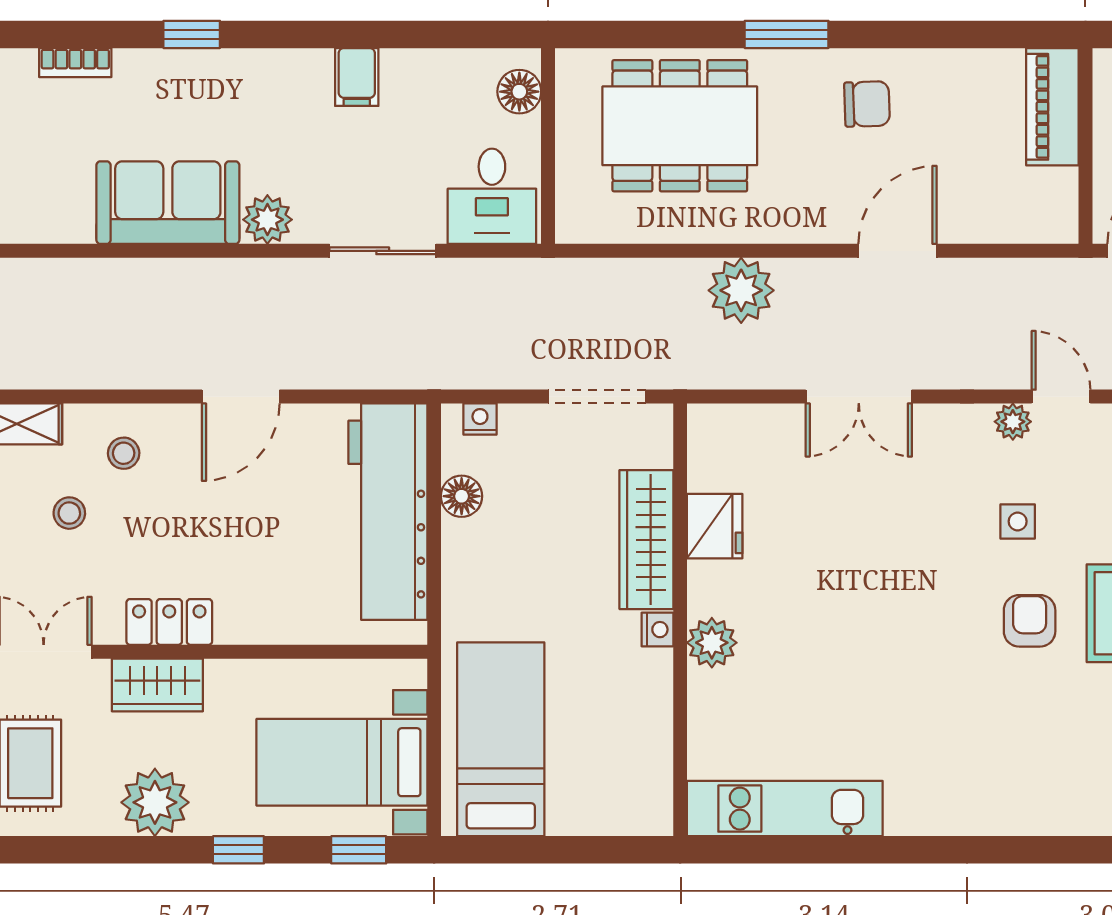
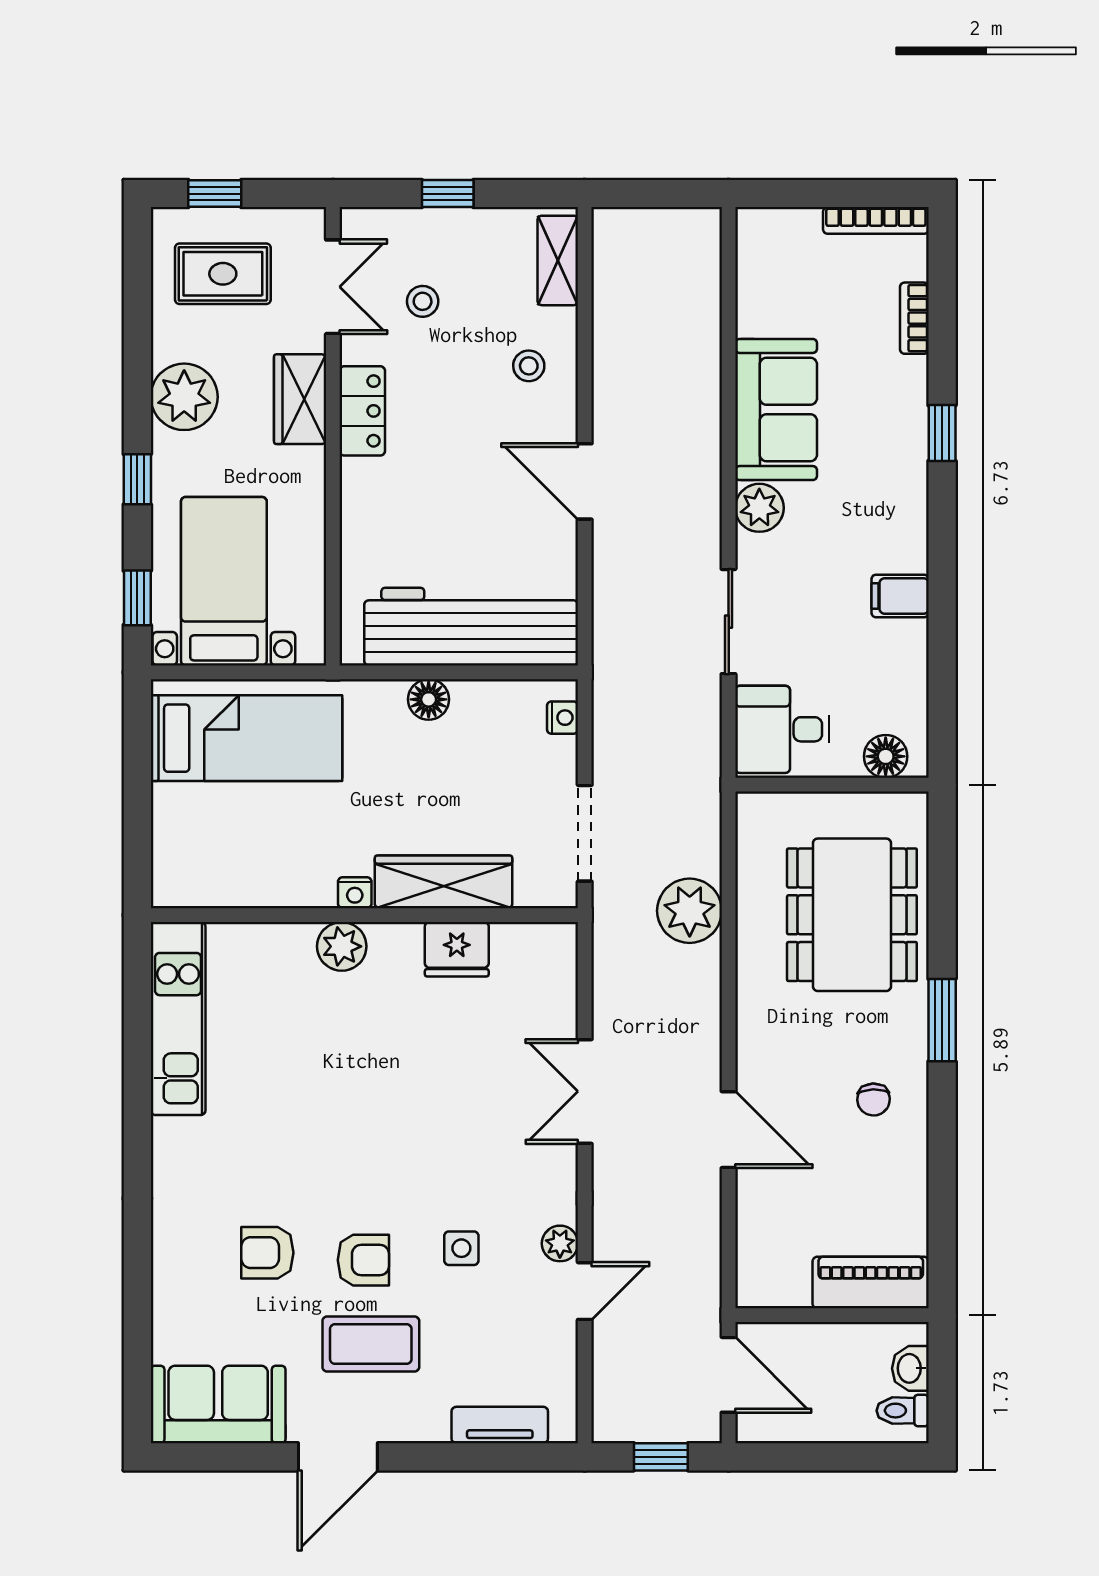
chair: (867, 104) -> (874, 1100), width x0.73, depth x0.73
plant: (741, 290) -> (690, 911), moved
floor lamp: (462, 496) -> (429, 699), moved
stool: (69, 513) -> (423, 301), moved
armchair: (1022, 718) -> (267, 1253), added

